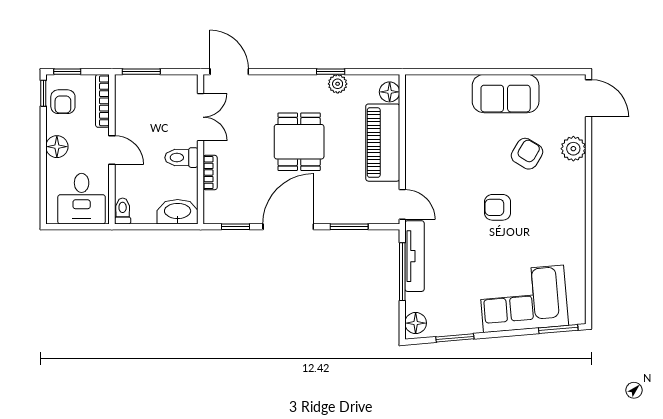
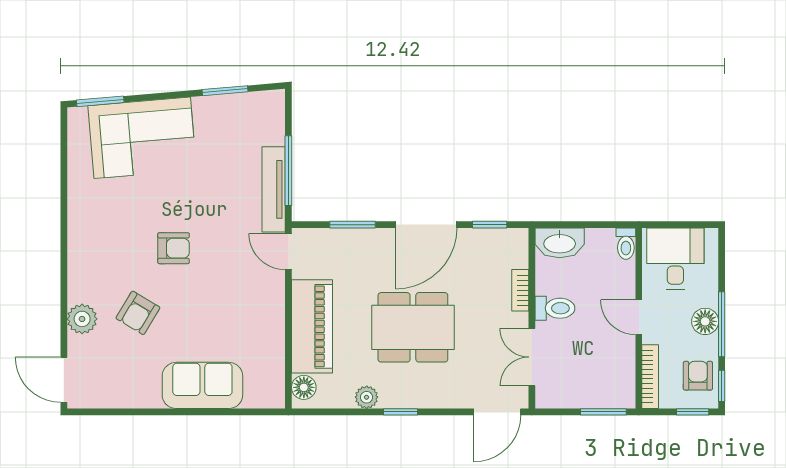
door: (229, 72) -> (497, 412), hinge flipped
window: (331, 72) -> (401, 412), moved
sofa: (506, 94) -> (202, 385), moved
dining table: (299, 142) -> (413, 327), width x1.38
window: (43, 144) -> (722, 324), added
floor lamp: (416, 323) -> (272, 109), removed

